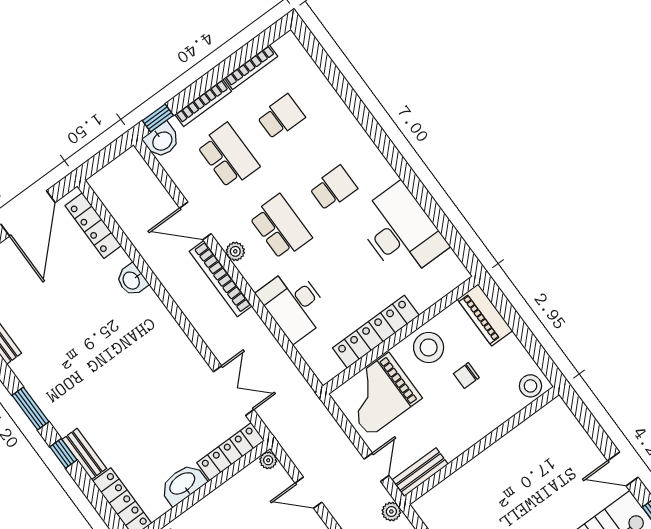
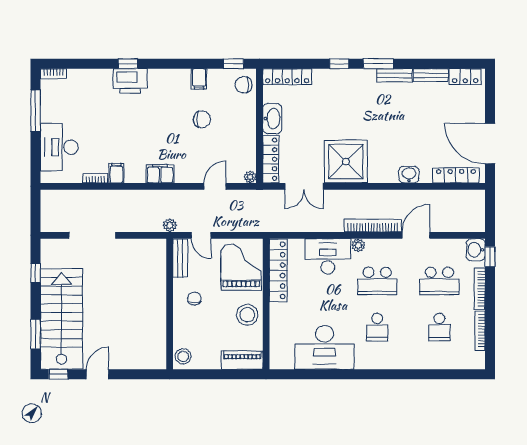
plant: (235, 251) -> (358, 245), moved
locker: (376, 332) -> (278, 270), moved
shower: (170, 363) -> (346, 162), added
chair: (466, 376) -> (194, 299), moved
bench: (84, 454) -> (395, 75), moved

